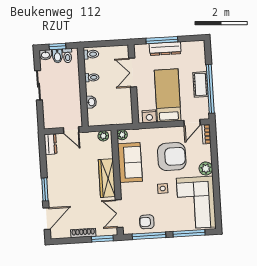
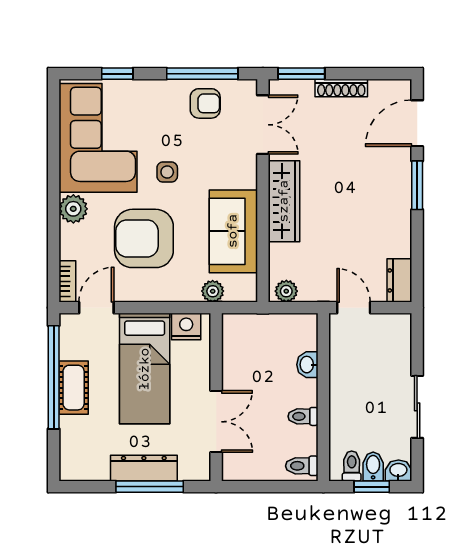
plant: (122, 135) -> (213, 291), moved
window: (189, 233) -> (117, 74), width x0.46

